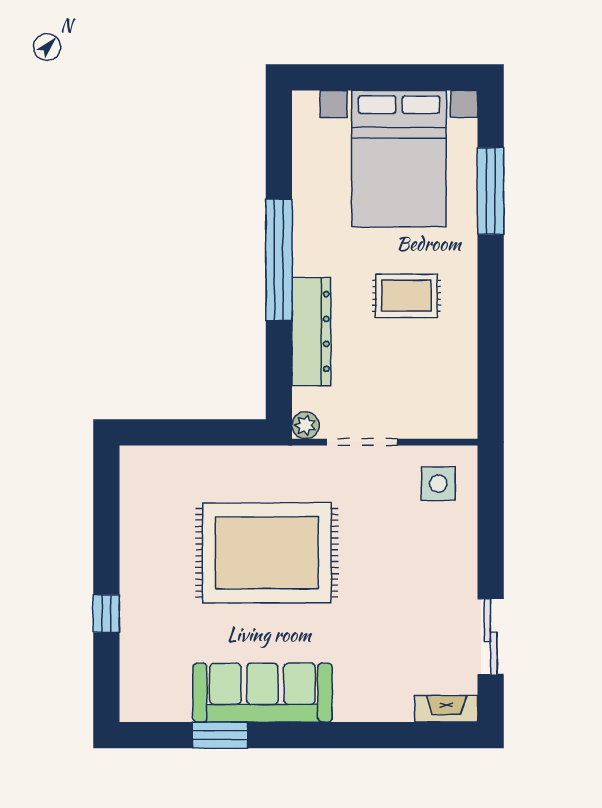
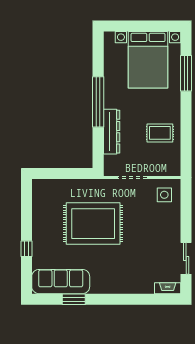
rug: (406, 296) -> (160, 133), moved
plant: (305, 425) -> (109, 171), removed
sofa: (262, 693) -> (61, 282), moved

